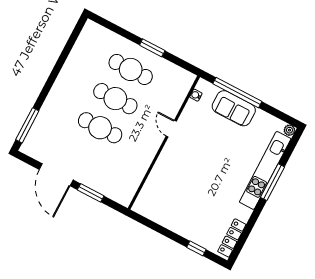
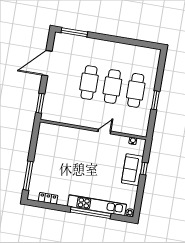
window: (237, 93) -> (144, 169), width x0.32
window: (272, 182) -> (91, 213), width x1.46
window: (91, 193) -> (40, 103), moved
locker: (232, 238) -> (48, 198), width x0.66
window: (196, 248) -> (28, 176), width x2.17

